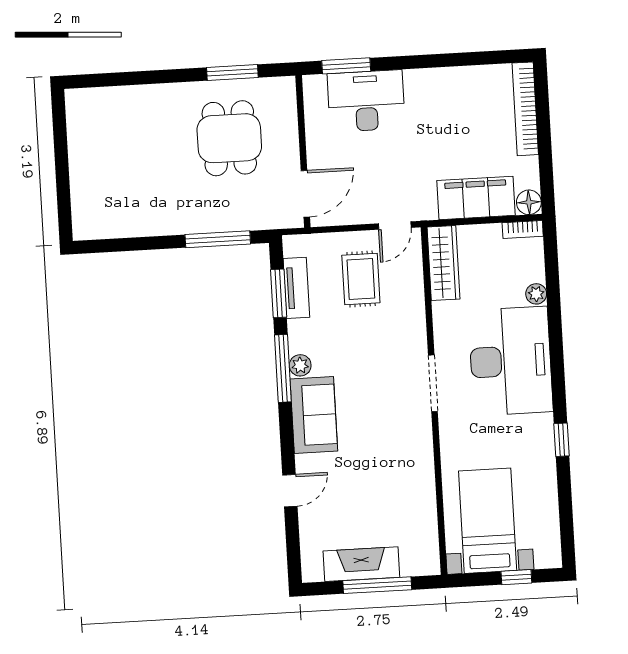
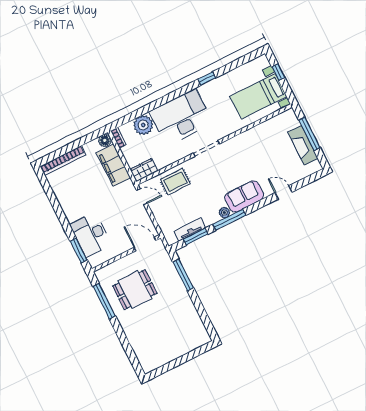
window: (232, 72) -> (104, 301), width x1.44
wardrobe: (444, 263) -> (144, 170), width x0.67
rug: (361, 279) -> (175, 182), moved
plant: (536, 294) -> (143, 125), width x1.87, depth x1.87

